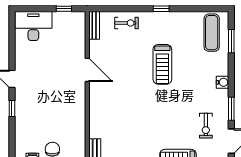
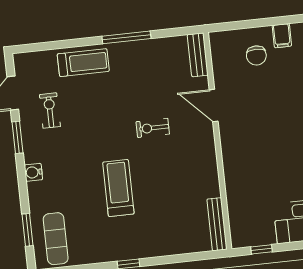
exercise bike: (126, 23) -> (153, 128), moved
bench: (94, 25) -> (217, 224), width x1.36
door: (87, 70) -> (214, 105), moved

